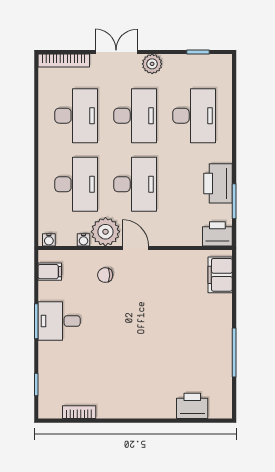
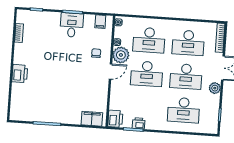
printer: (218, 183) -> (139, 123), width x0.53, depth x0.68
printer: (192, 406) -> (20, 74), moved

